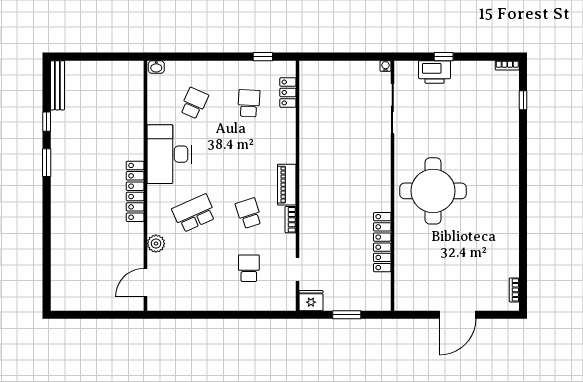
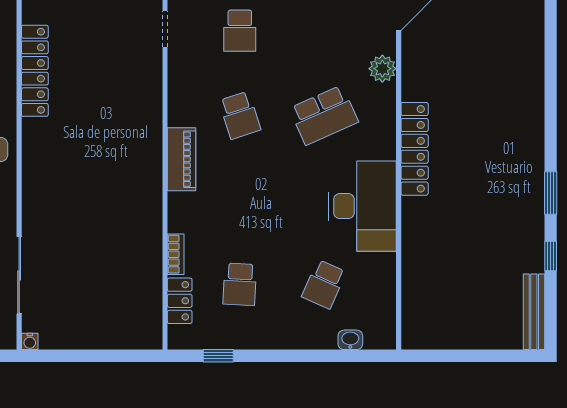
washbasin: (156, 67) -> (350, 340), moved
bookcase: (291, 220) -> (176, 254), moved

